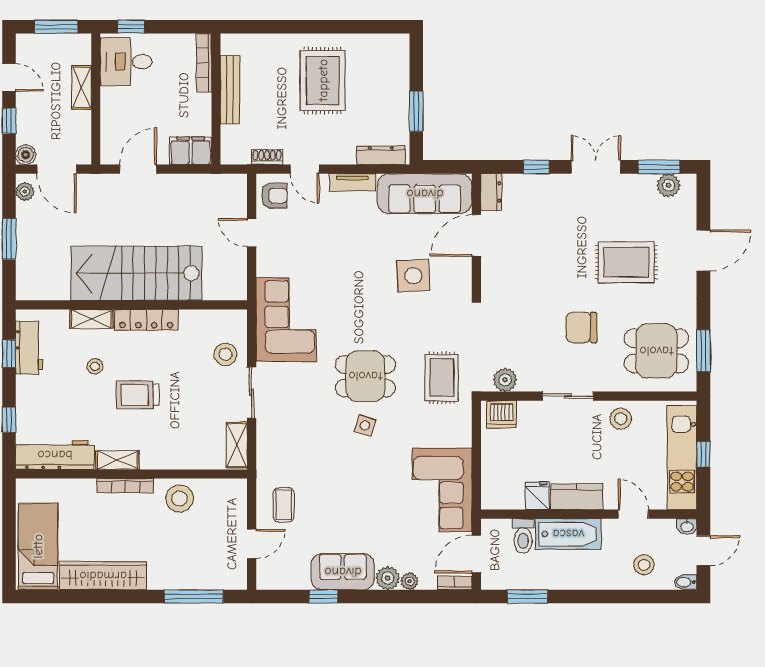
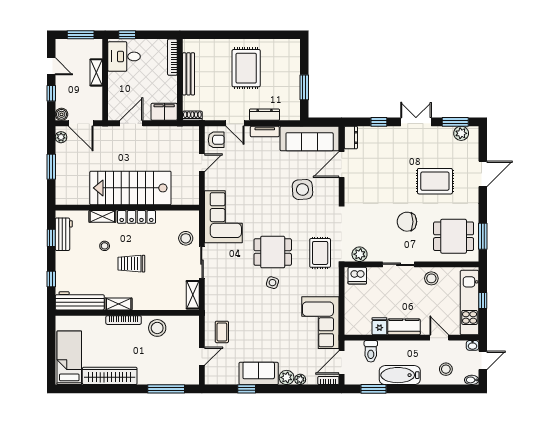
dresser: (381, 155) -> (265, 115), moved
shoe rack: (267, 157) -> (192, 116), moved
door: (252, 233) -> (202, 163), swing flipped
bathtub: (568, 534) -> (400, 375), moved, turned 180

